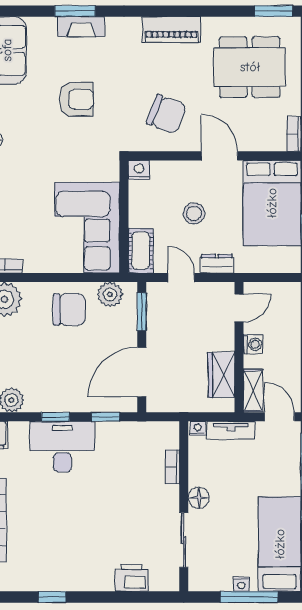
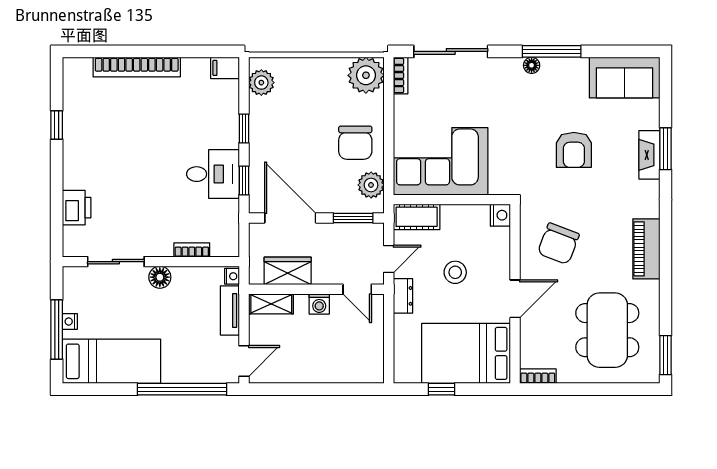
door: (239, 308) -> (357, 289), moved
washing machine: (253, 344) -> (319, 304), moved
wall: (239, 347) -> (316, 289), moved
wardrobe: (221, 375) -> (288, 271), moved
shelving: (253, 391) -> (271, 304), moved
desk: (62, 447) -> (213, 174), moved, width x0.73

